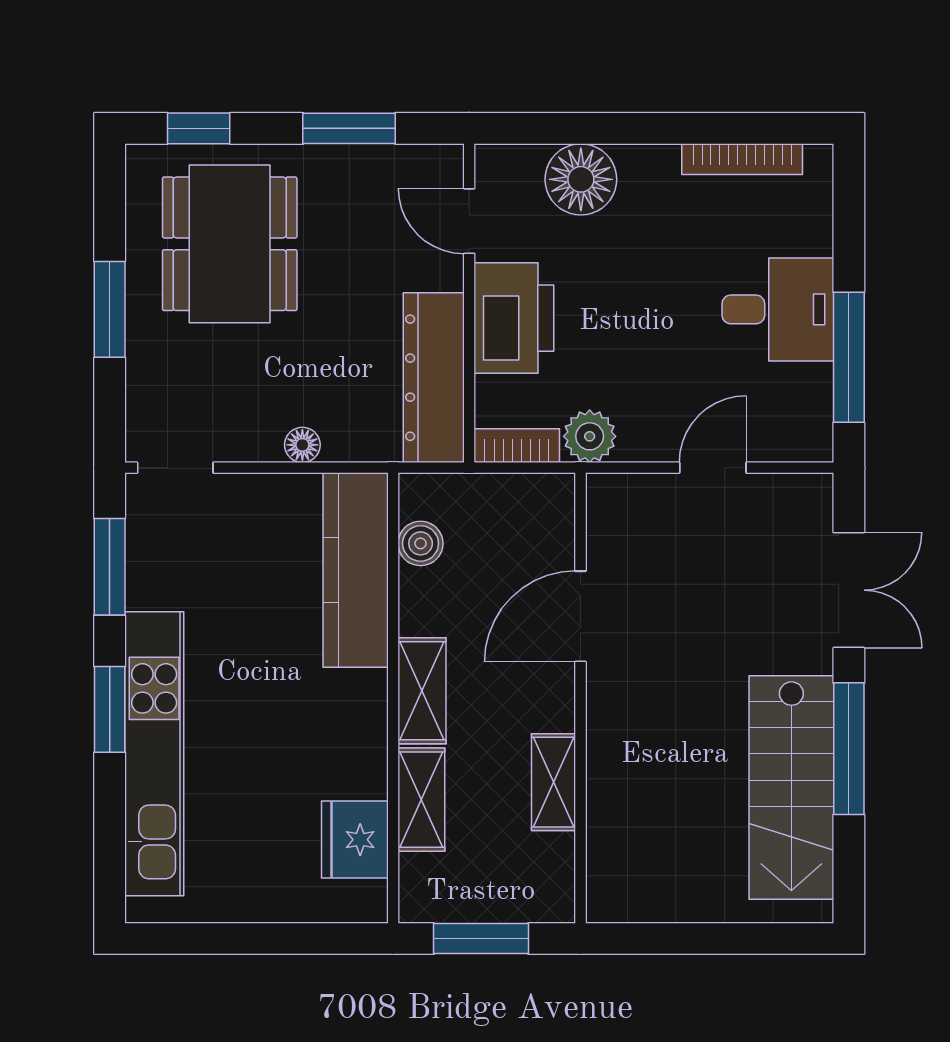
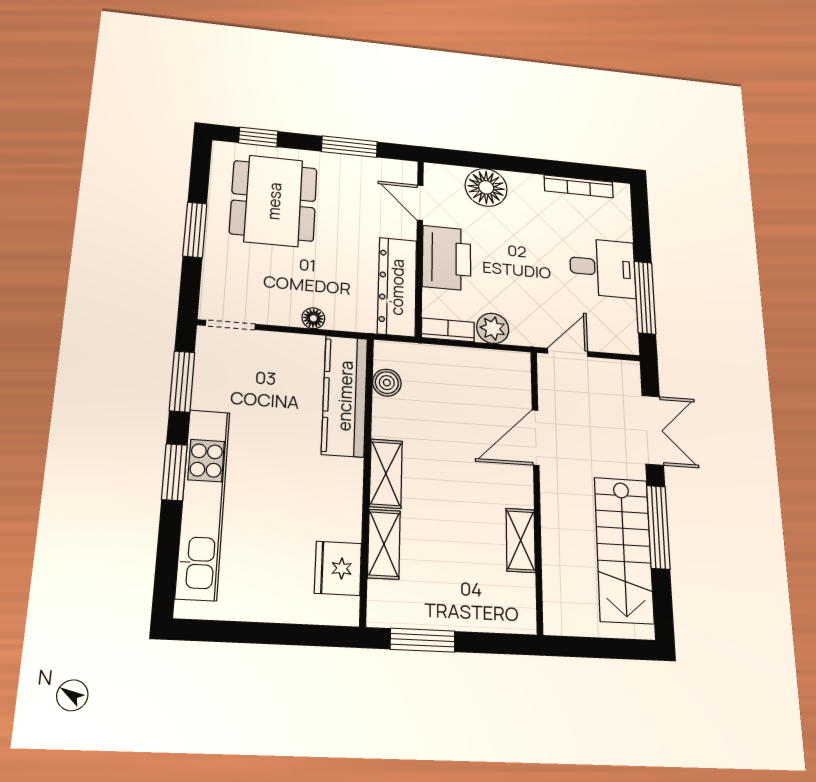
door: (580, 616) -> (536, 438), moved
wall: (580, 698) -> (537, 488), moved
shelving: (554, 782) -> (521, 540), moved

